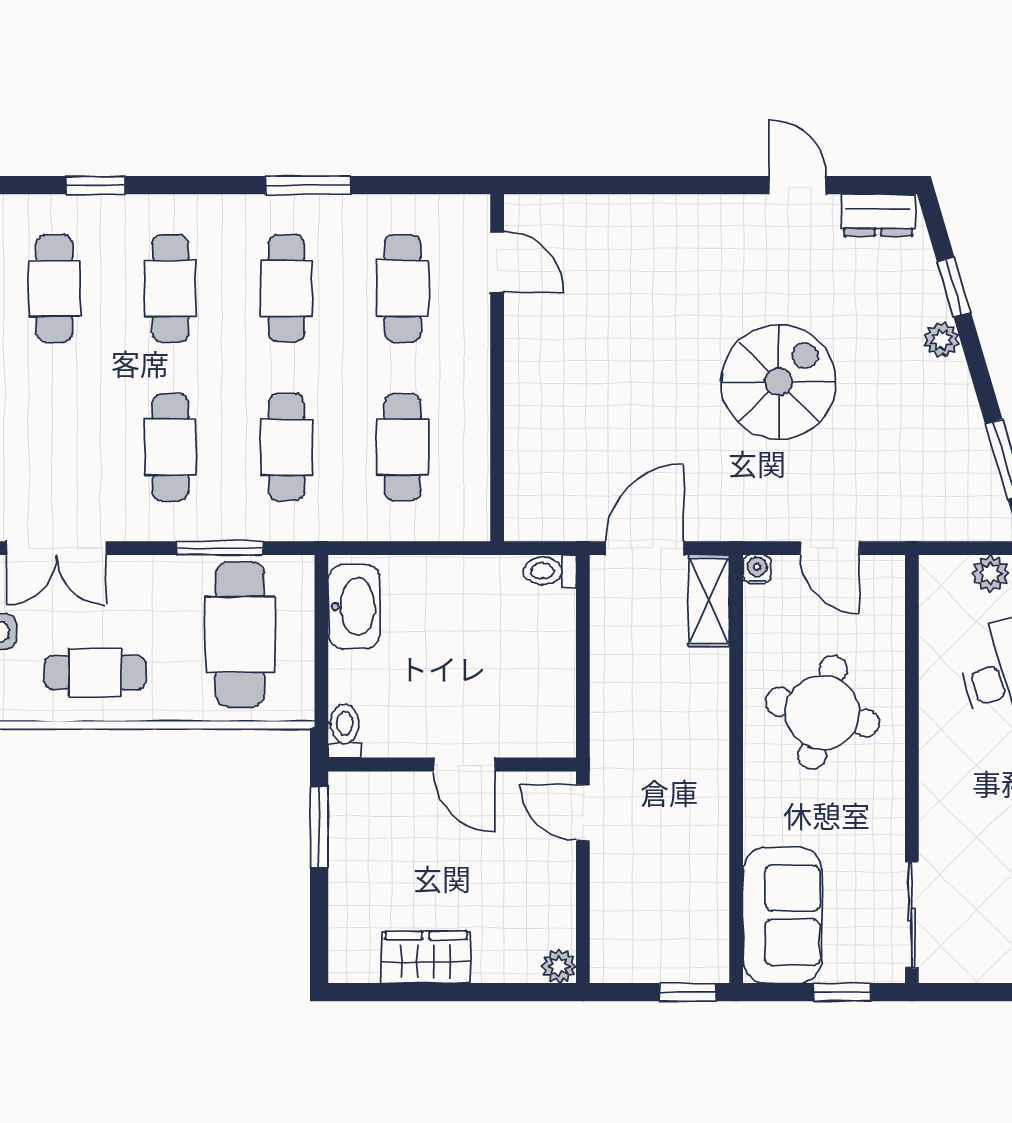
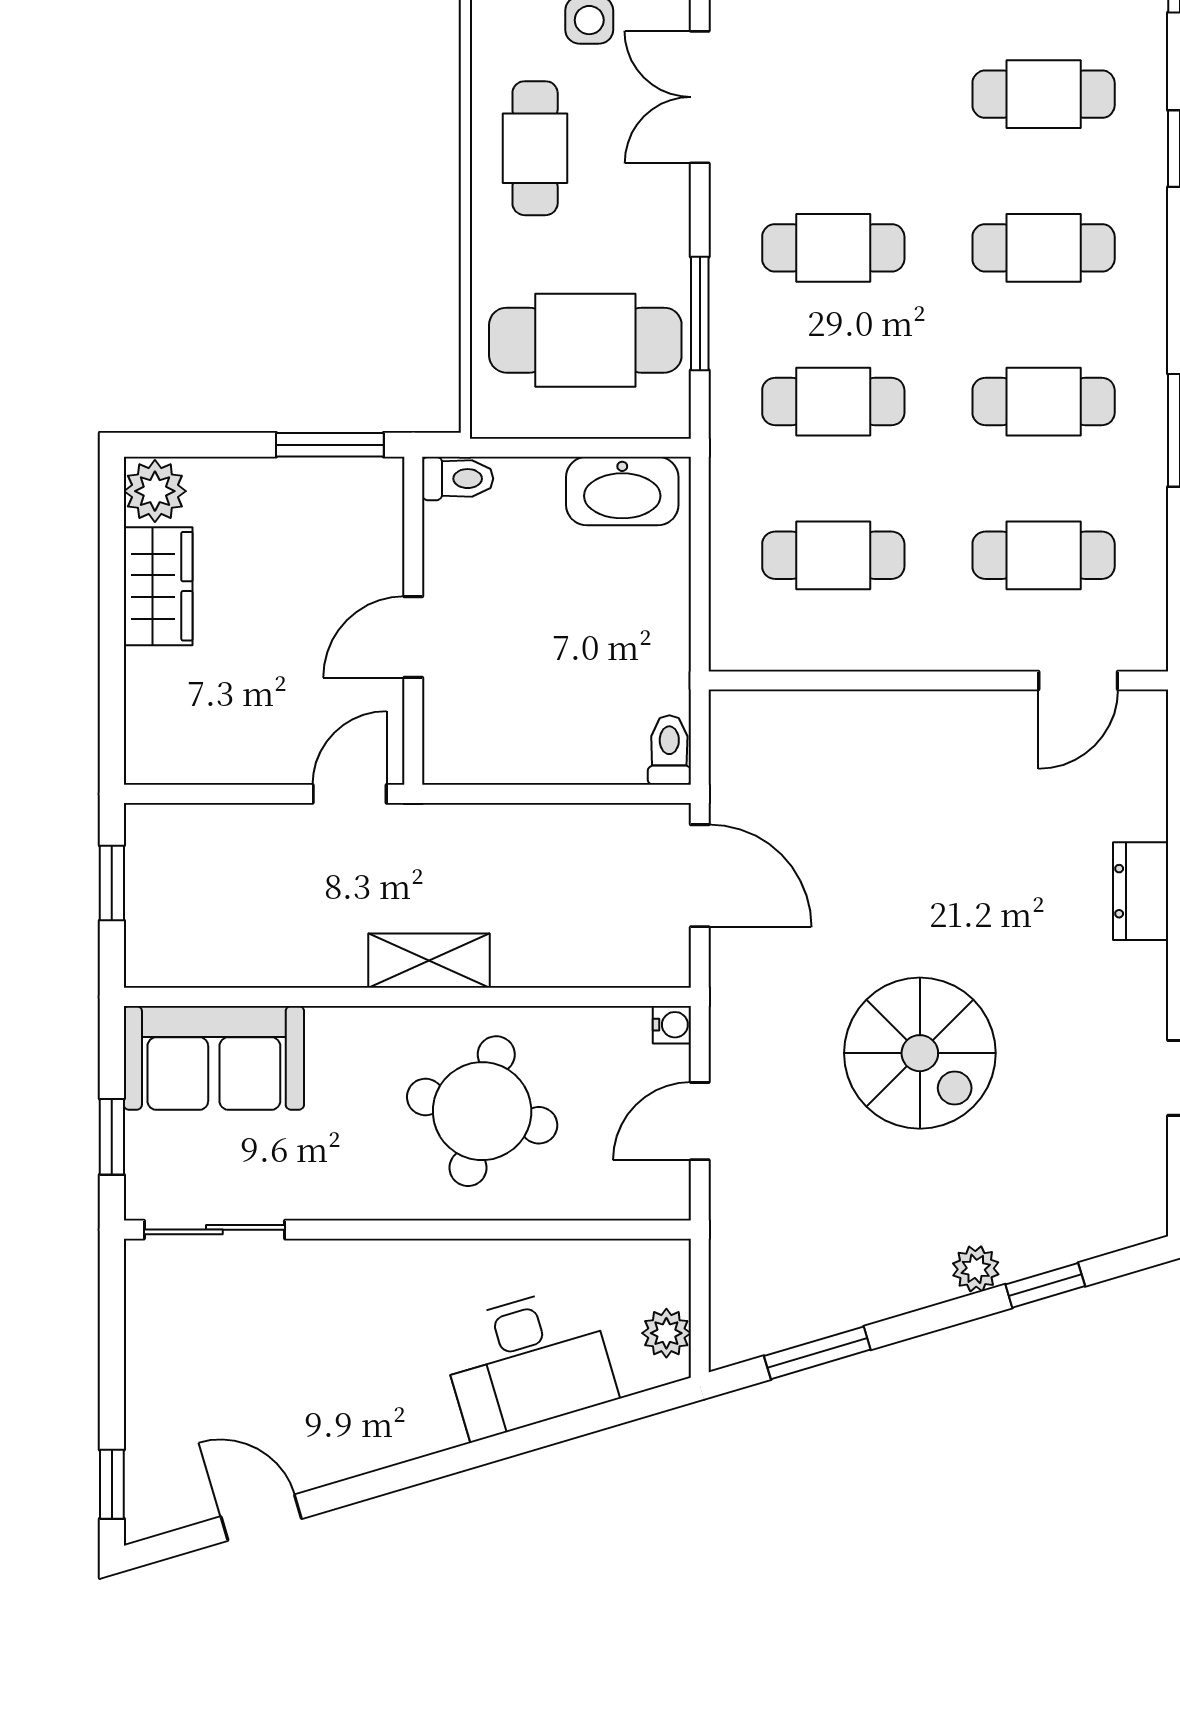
dresser: (878, 215) -> (1141, 891), moved
shelving: (709, 601) -> (429, 961), moved
plant: (559, 966) -> (155, 491), moved, width x1.38, depth x1.38
window: (687, 992) -> (112, 883), moved

